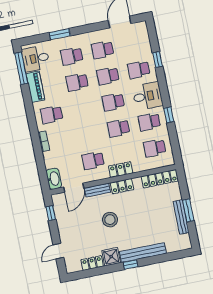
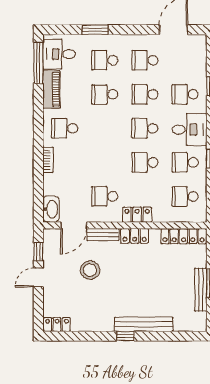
stool: (110, 220) -> (90, 270), moved
door: (58, 251) -> (38, 277), moved
shower: (111, 257) -> (103, 321), removed
locker: (92, 263) -> (57, 325), moved

